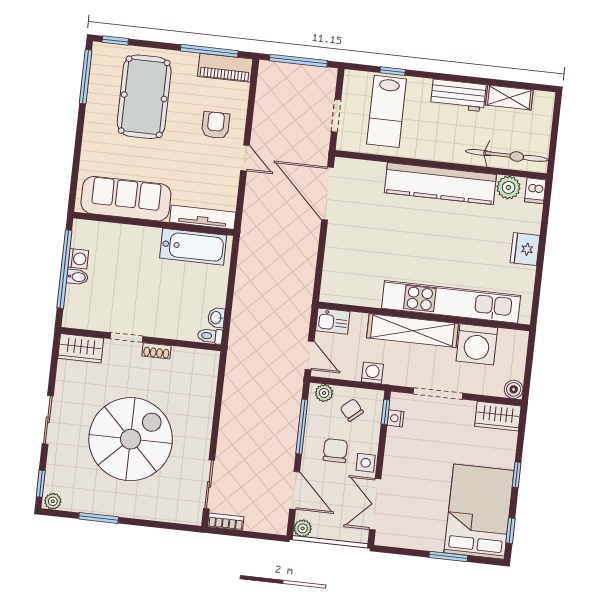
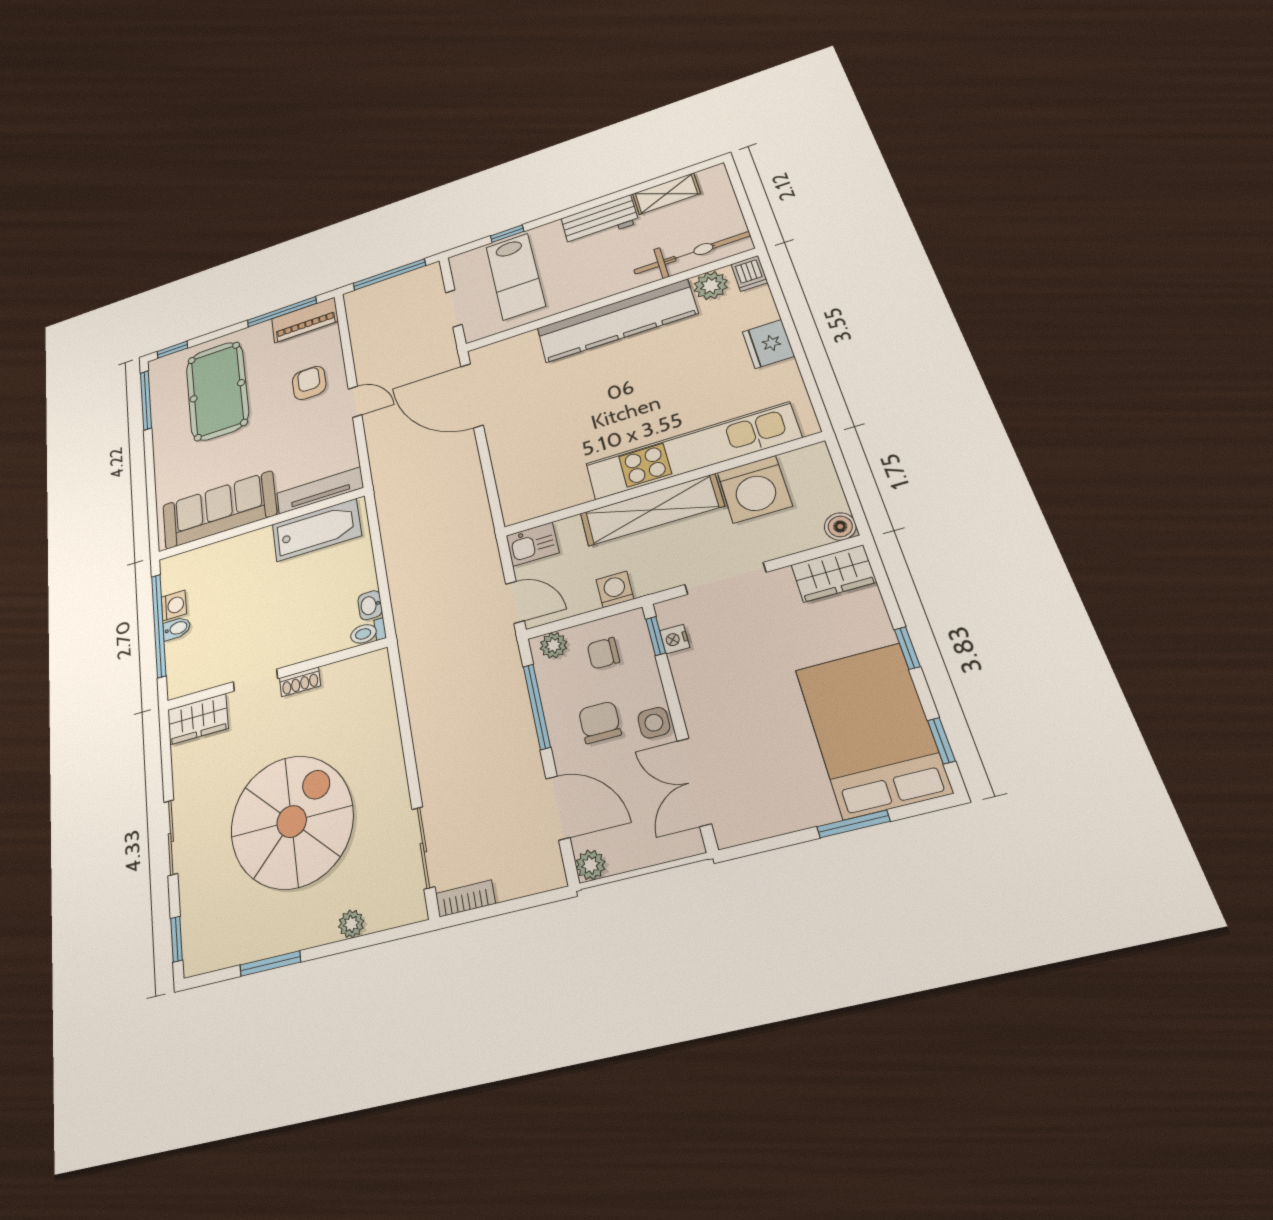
chair: (352, 410) -> (603, 653), turned -49
plant: (53, 501) -> (351, 924), moved

